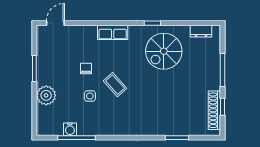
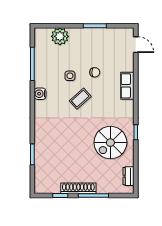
row of seats: (113, 32) -> (127, 86), moved
spiral stairs: (164, 51) -> (110, 143), turned -90
plant: (46, 95) -> (60, 36), moved
shoe rack: (214, 110) -> (78, 188), moved
water cooler: (70, 129) -> (40, 94), moved

